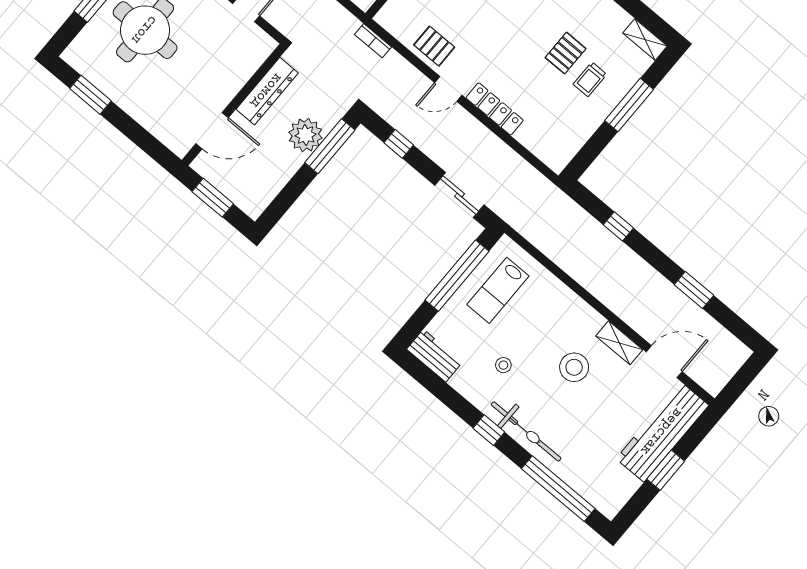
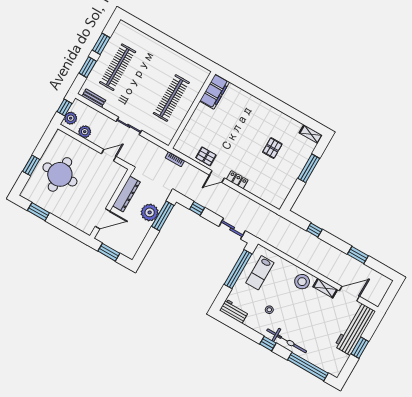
trolley: (590, 79) -> (287, 159), removed
locker: (495, 109) -> (237, 180), width x0.66
stool: (574, 367) -> (302, 282), moved

